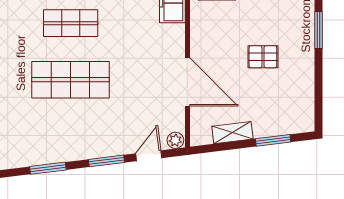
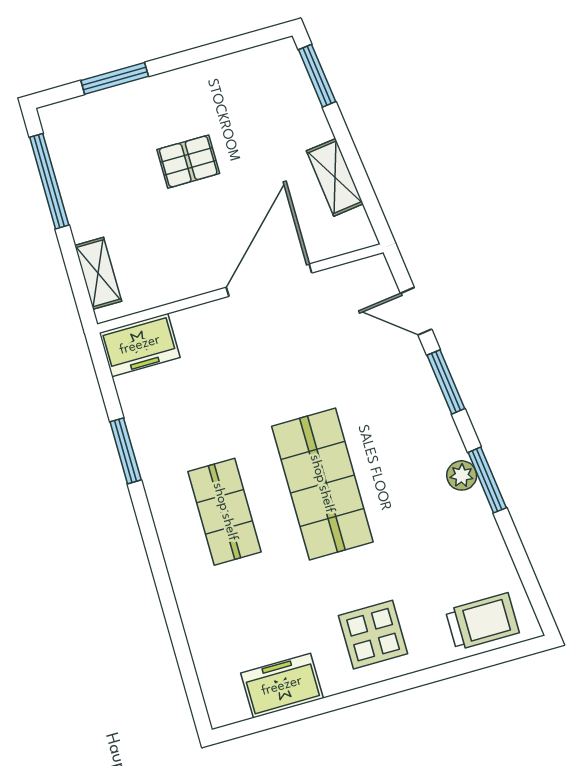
pallet: (263, 57) -> (188, 162), turned 90
plant: (175, 140) -> (462, 475), moved
window: (273, 140) -> (317, 76), moved

